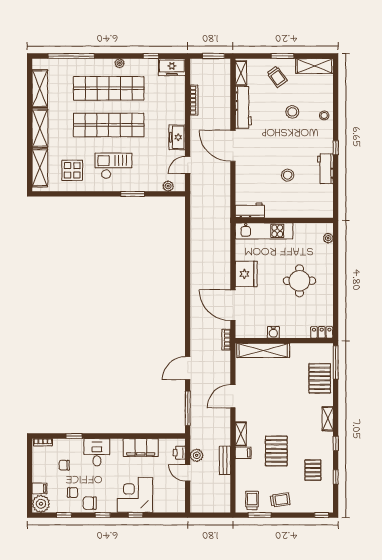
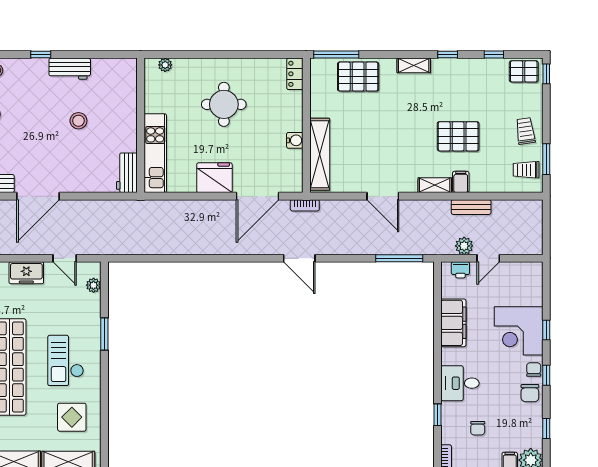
door: (188, 368) -> (299, 258), moved
pallet: (313, 470) -> (524, 71), moved
chair: (73, 493) -> (534, 370), moved

